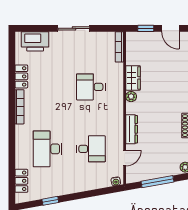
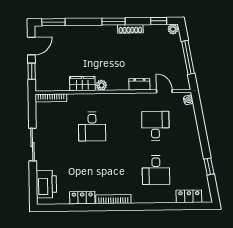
dresser: (132, 129) -> (139, 84), width x0.70
desk: (47, 149) -> (156, 170), width x0.73

